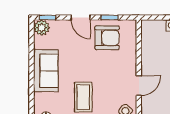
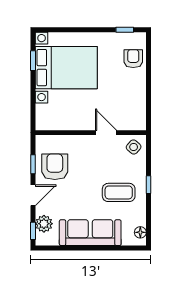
plant: (42, 28) -> (44, 224), moved
sofa: (46, 71) -> (90, 233), width x1.36

